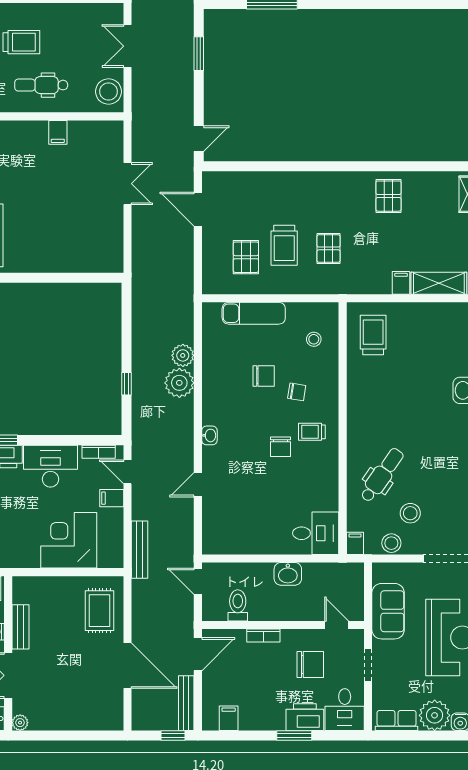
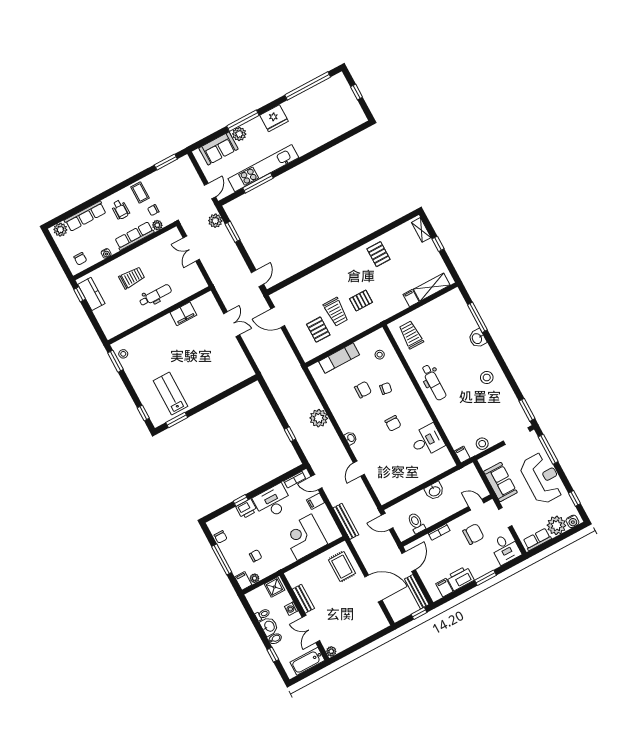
dental chair: (41, 85) -> (155, 295), turned 180
stool: (109, 92) -> (194, 279), removed
filing cabinet: (58, 132) -> (183, 314), width x2.00
pallet: (329, 248) -> (361, 301), turned 90
plant: (183, 355) -> (215, 221), moved
trolley: (312, 432) -> (406, 406), removed
dental chair: (382, 475) -> (434, 382), moved, turned 145
stool: (410, 513) -> (487, 377), moved
desk: (316, 533) -> (427, 441), moved
printer: (305, 717) -> (460, 578), moved

